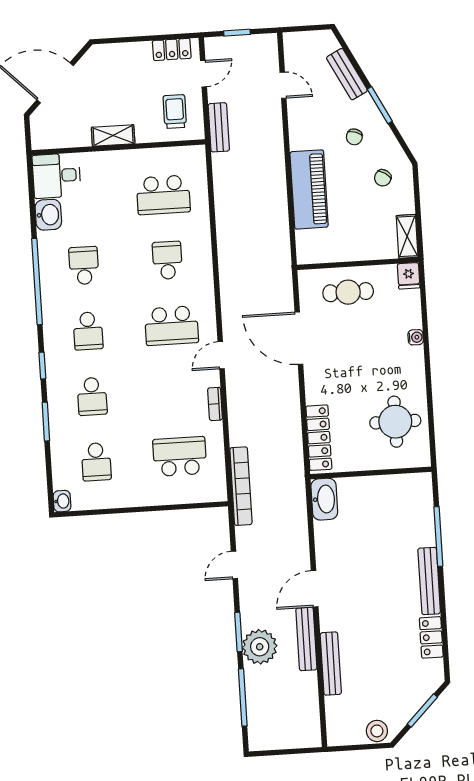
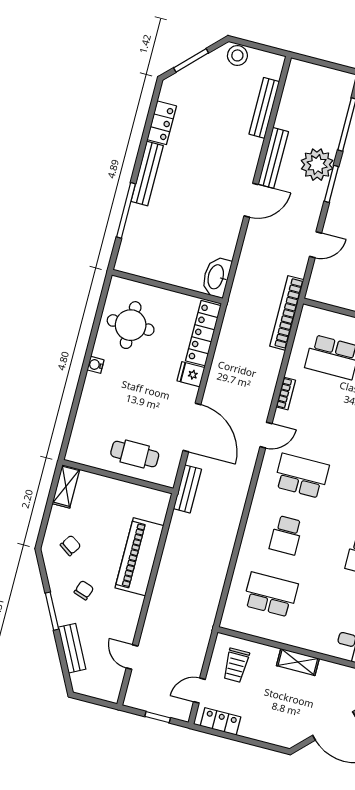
bench: (219, 127) -> (187, 489), moved
fridge: (409, 276) -> (191, 374), moved, turned -90
water cooler: (416, 337) -> (96, 365), moved
bench: (331, 664) -> (264, 108), moved

